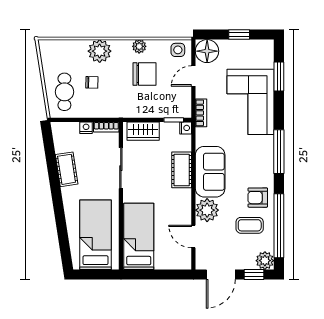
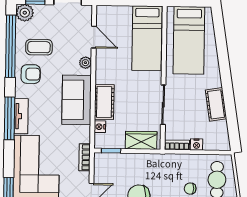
nightstand: (186, 128) -> (100, 127), moved
tv unit: (267, 154) -> (21, 116), added
plant: (207, 210) -> (85, 63), width x0.53, depth x0.53

